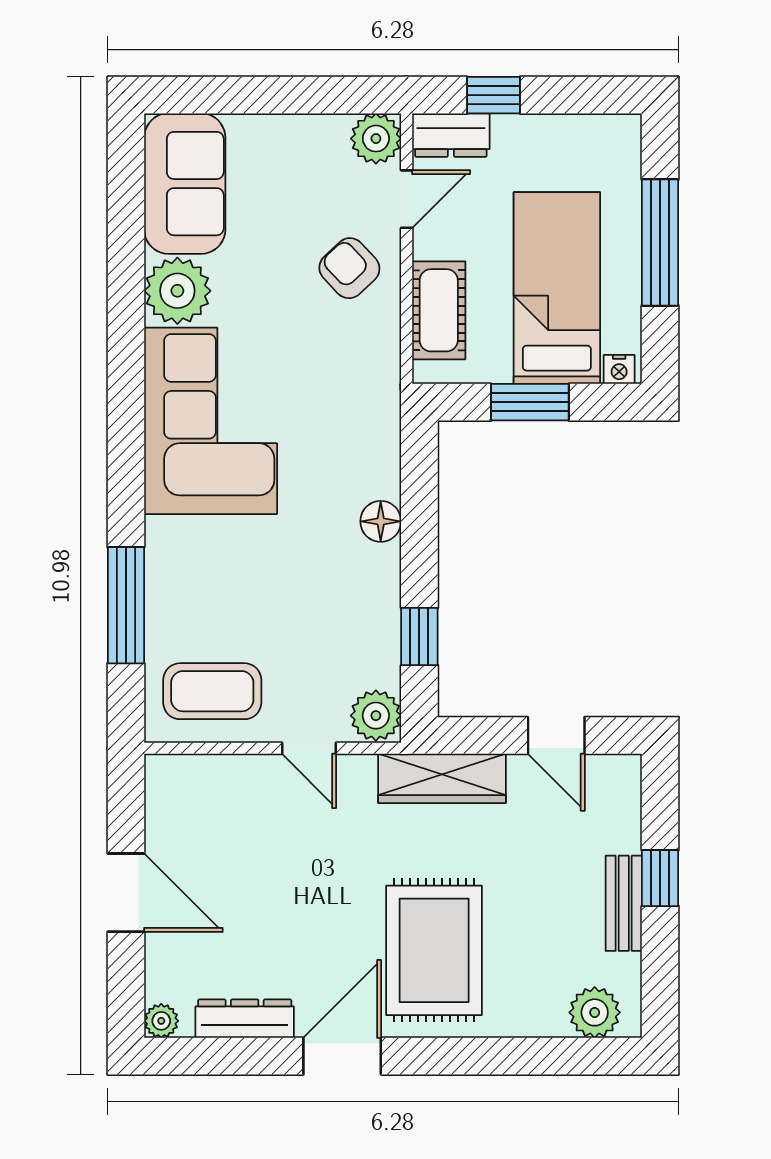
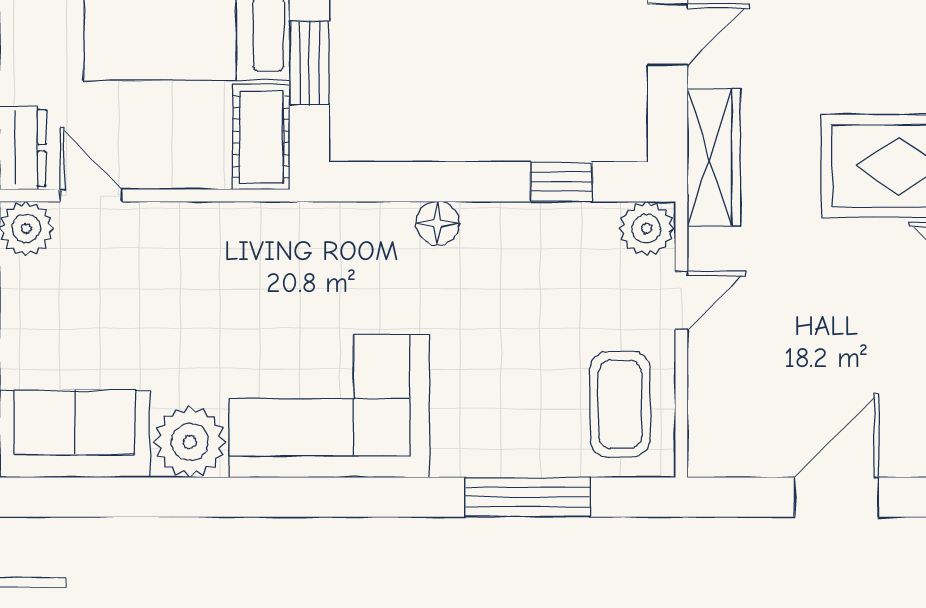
armchair: (349, 268) -> (165, 257), removed
cot: (439, 310) -> (261, 137), moved, turned 90

